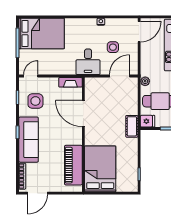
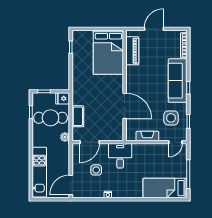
bed: (42, 33) -> (165, 188), width x0.67
fireplace: (70, 82) -> (147, 136), moved
cot: (132, 126) -> (78, 116), moved
piano: (73, 165) -> (132, 51), width x0.73, depth x0.75
door: (37, 193) -> (154, 29), moved

